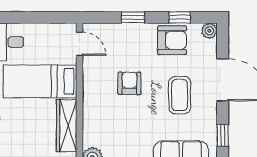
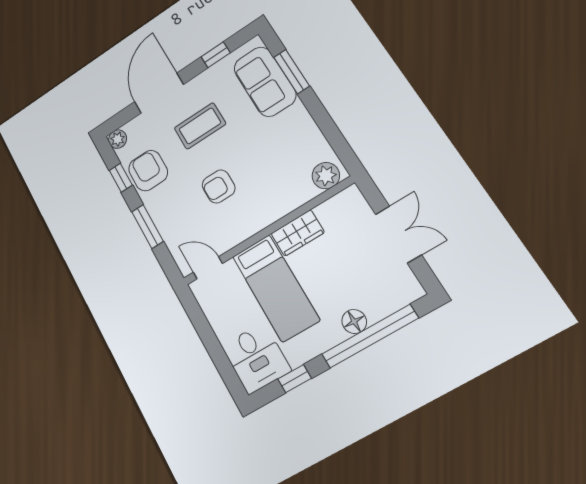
window: (133, 17) -> (147, 226), width x1.50
door: (80, 44) -> (208, 268), hinge flipped
wardrobe: (67, 126) -> (298, 233), width x0.67

